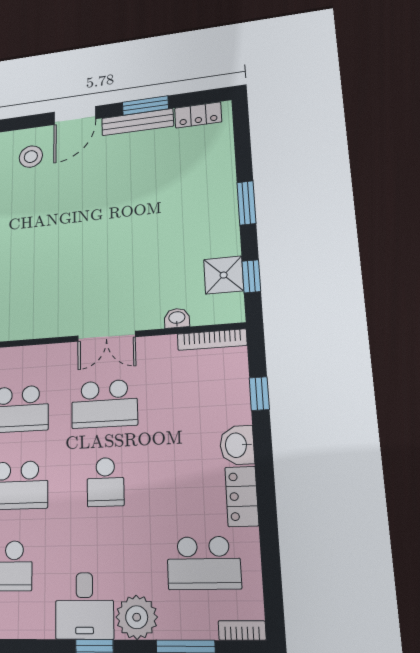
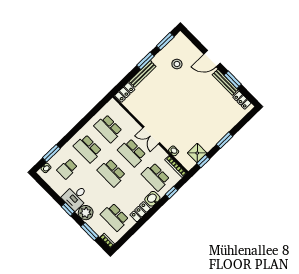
stool: (31, 157) -> (177, 64), moved
school desk: (196, 398) -> (156, 177), added
school desk: (105, 482) -> (111, 173), width x1.85

